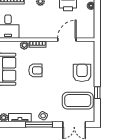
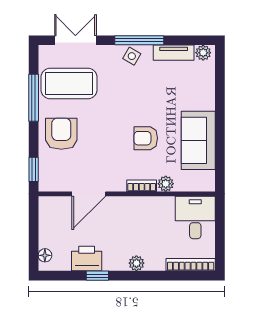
window: (97, 53) -> (34, 169), added
armchair: (82, 73) -> (61, 134), turned 180
window: (97, 93) -> (34, 98), width x2.17

